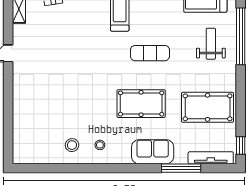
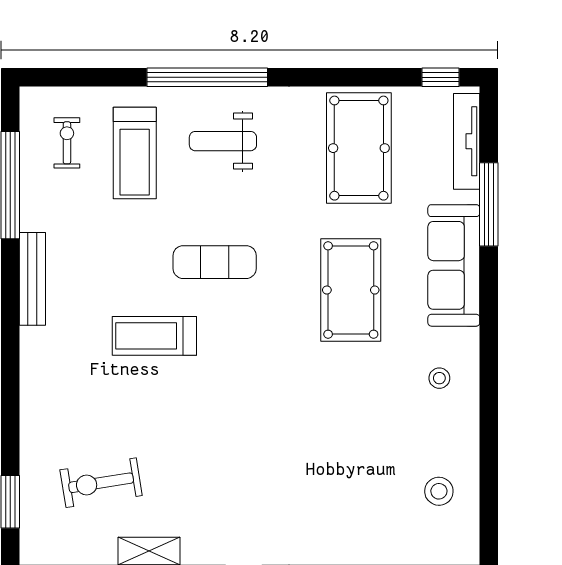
exercise mat: (150, 53) -> (215, 262), moved, turned 90
stool: (72, 145) -> (439, 491), moved
sofa: (153, 152) -> (454, 265), width x1.36

